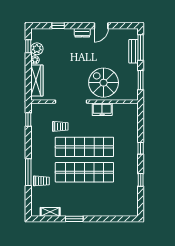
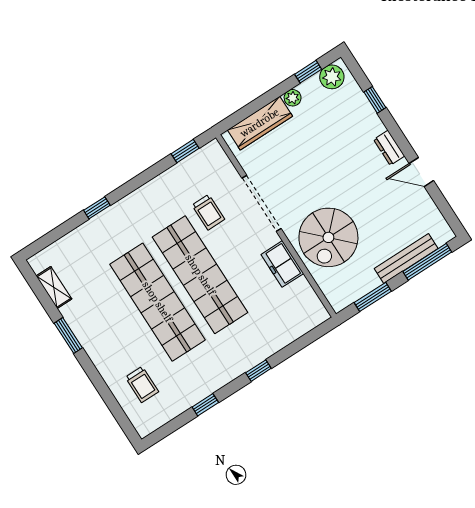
plant: (37, 49) -> (332, 77), moved
bench: (133, 51) -> (406, 258), width x1.36
spiral stairs: (104, 83) -> (328, 237), turned 180
window: (28, 172) -> (97, 208), width x0.46
trolley: (41, 181) -> (142, 384), moved

